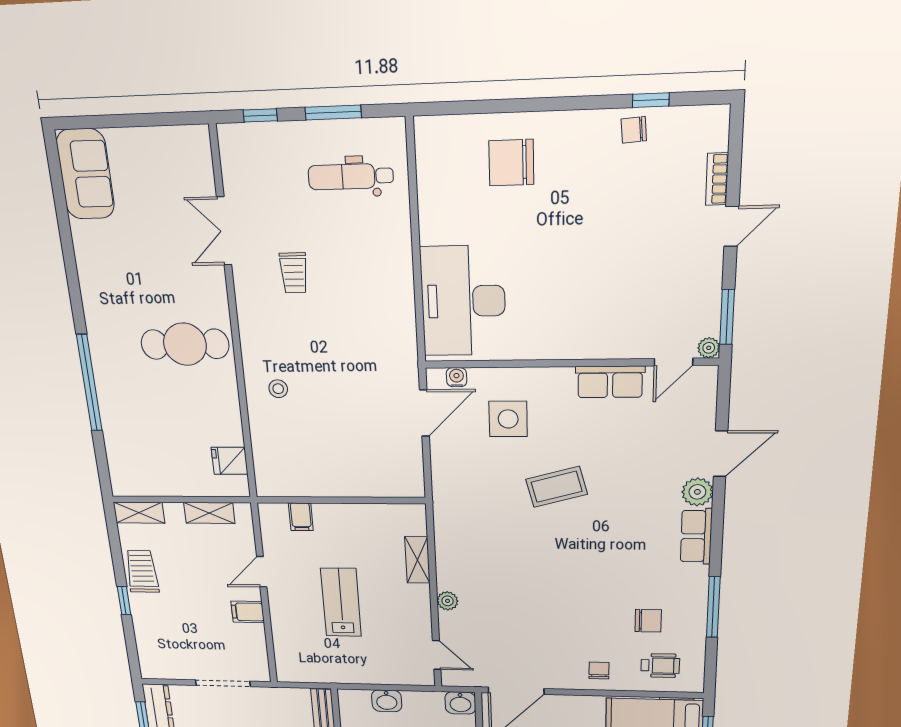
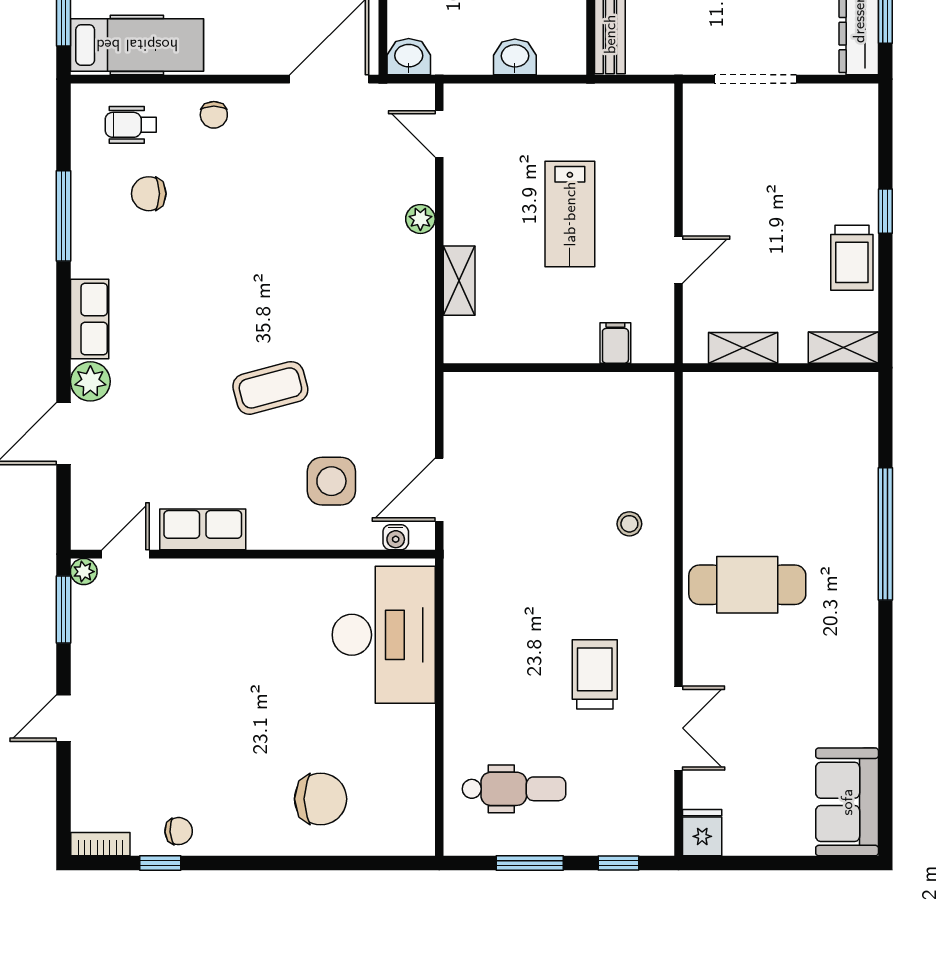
bookcase: (717, 179) -> (100, 844), moved, turned -90
trolley: (294, 273) -> (595, 674), width x1.36, depth x1.39
fridge: (230, 461) -> (702, 833), moved, turned -90
filing cabinet: (248, 612) -> (705, 197), removed

